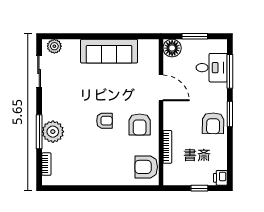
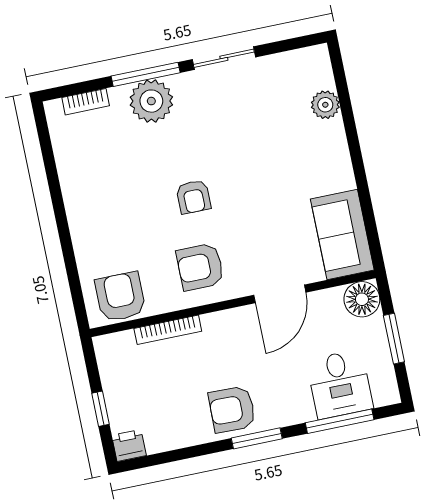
plant: (54, 46) -> (325, 105), moved
sofa: (109, 51) -> (342, 234), moved, width x0.73
sliding door: (39, 72) -> (224, 58), moved

